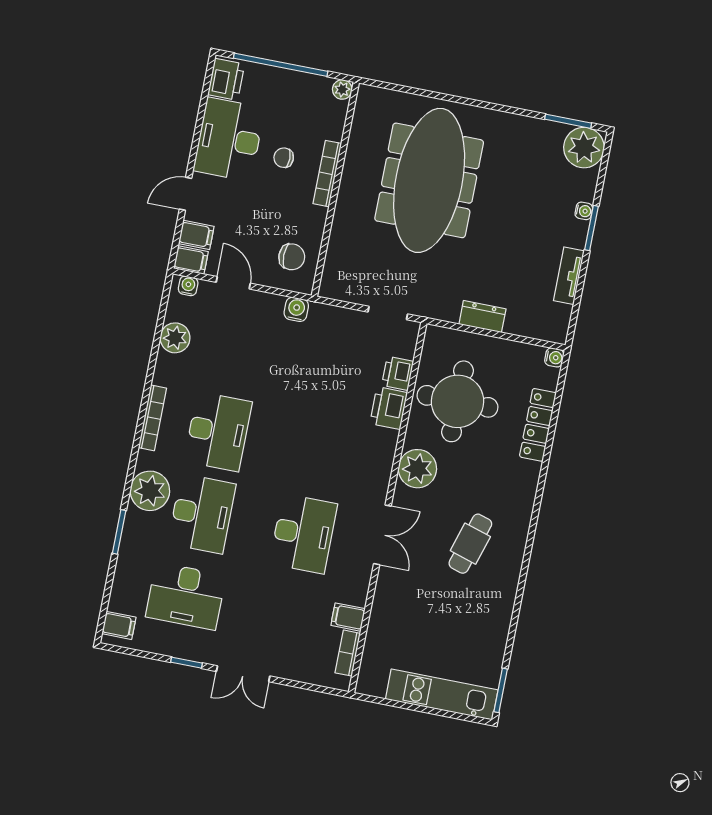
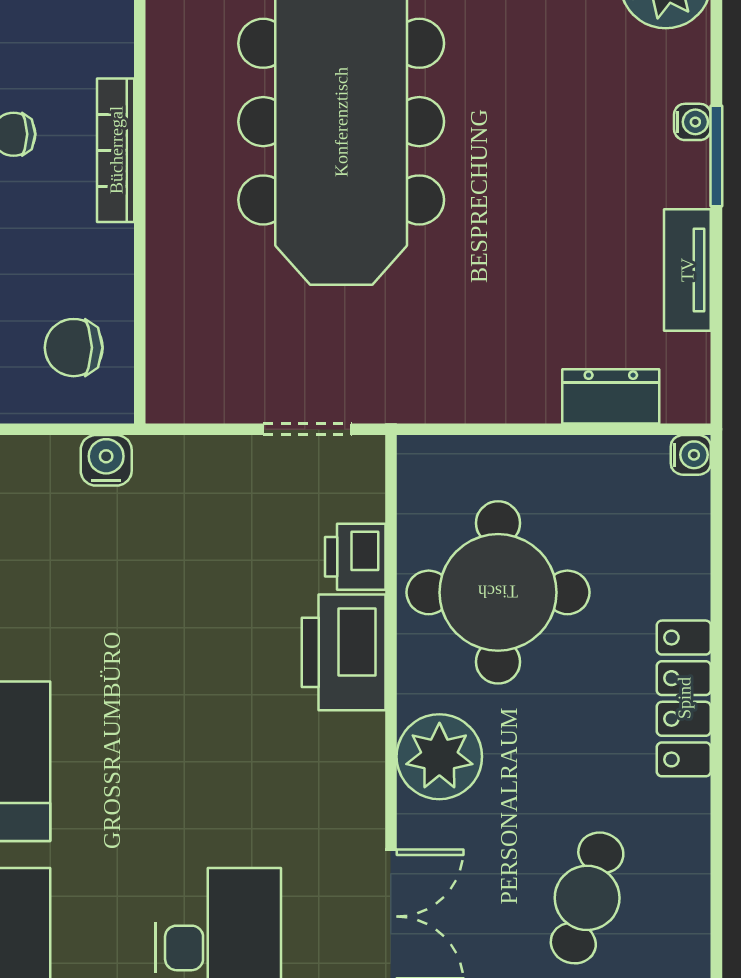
chair: (292, 257) -> (74, 348), turned 180
dresser: (482, 317) -> (611, 396), moved
printer: (389, 408) -> (344, 652), width x1.37, depth x1.19
locker: (538, 425) -> (684, 698), moved

